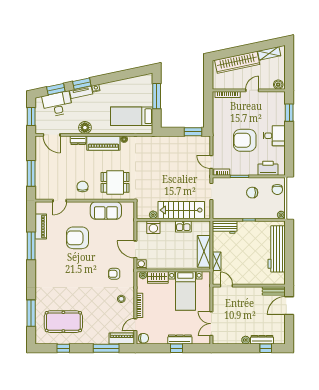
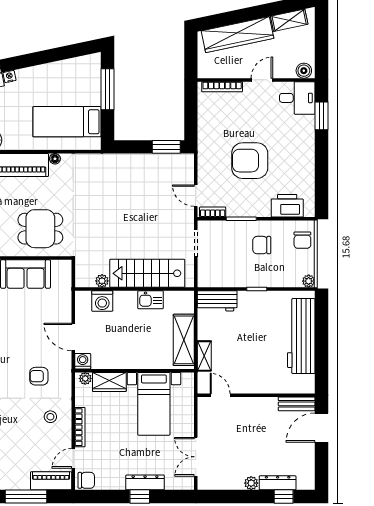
desk: (274, 136) -> (297, 98), moved

